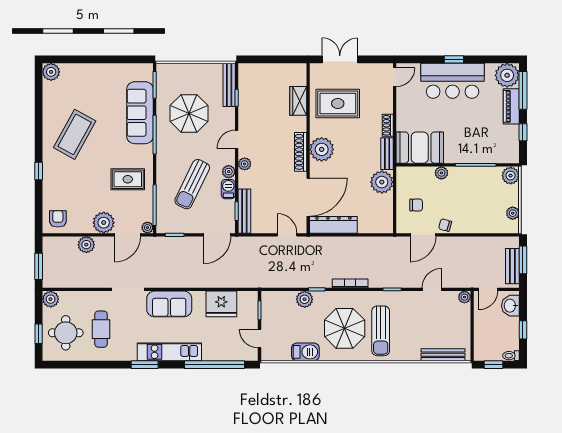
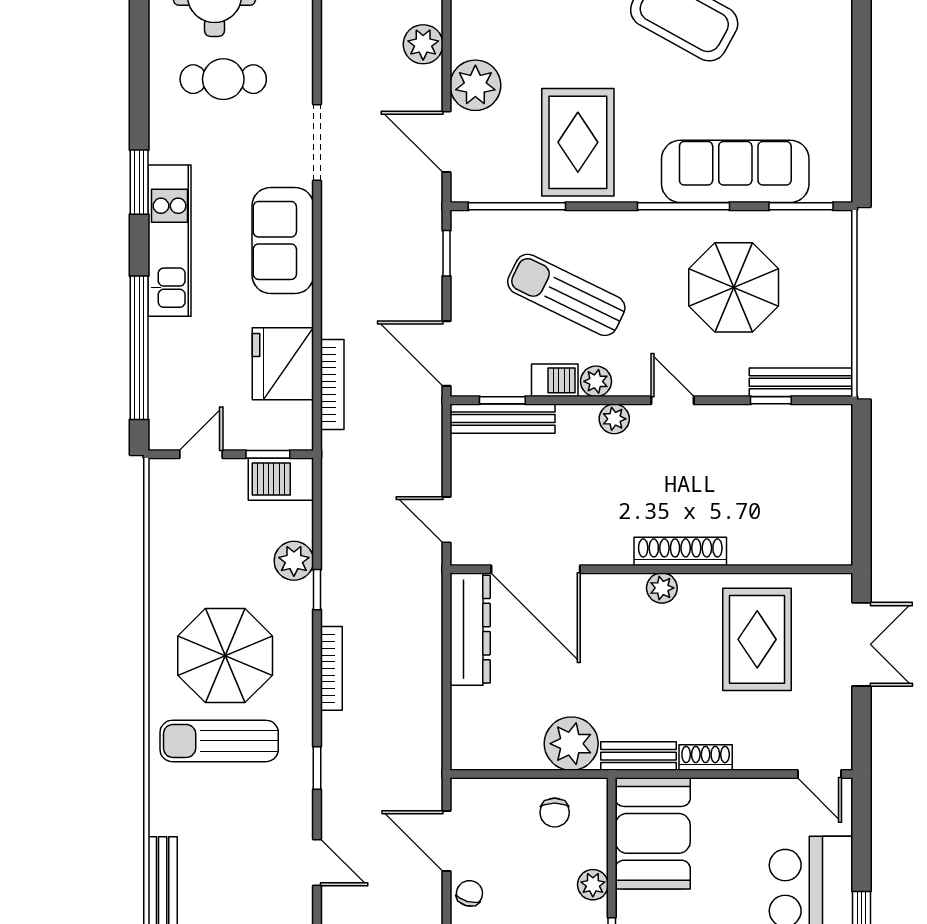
wardrobe: (298, 101) -> (763, 546), removed
plant: (322, 149) -> (662, 588), width x0.53, depth x0.53
shoe rack: (301, 152) -> (680, 551), moved
rug: (128, 179) -> (578, 142), width x1.36, depth x1.43
chair: (416, 205) -> (555, 813), moved
plant: (147, 228) -> (464, 189), removed
door: (287, 235) -> (446, 520), swing flipped
bookcase: (230, 283) -> (332, 385), added
barbecue: (305, 352) -> (281, 479), moved, turned 90

